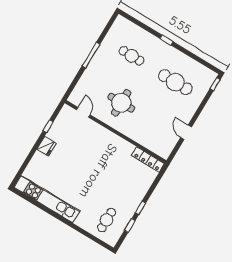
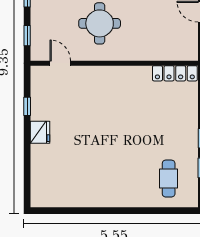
window: (74, 84) -> (27, 36), added
kitchen unit: (47, 199) -> (80, 197), removed

